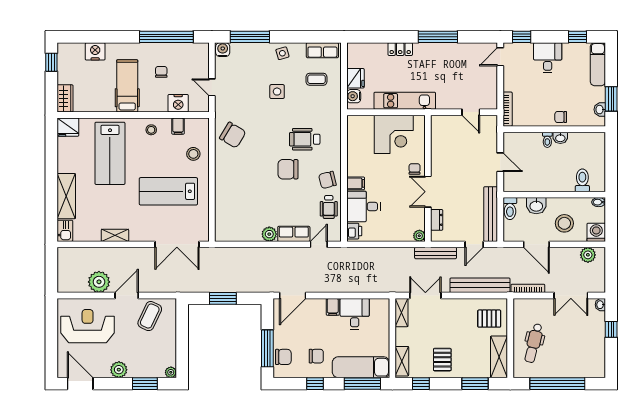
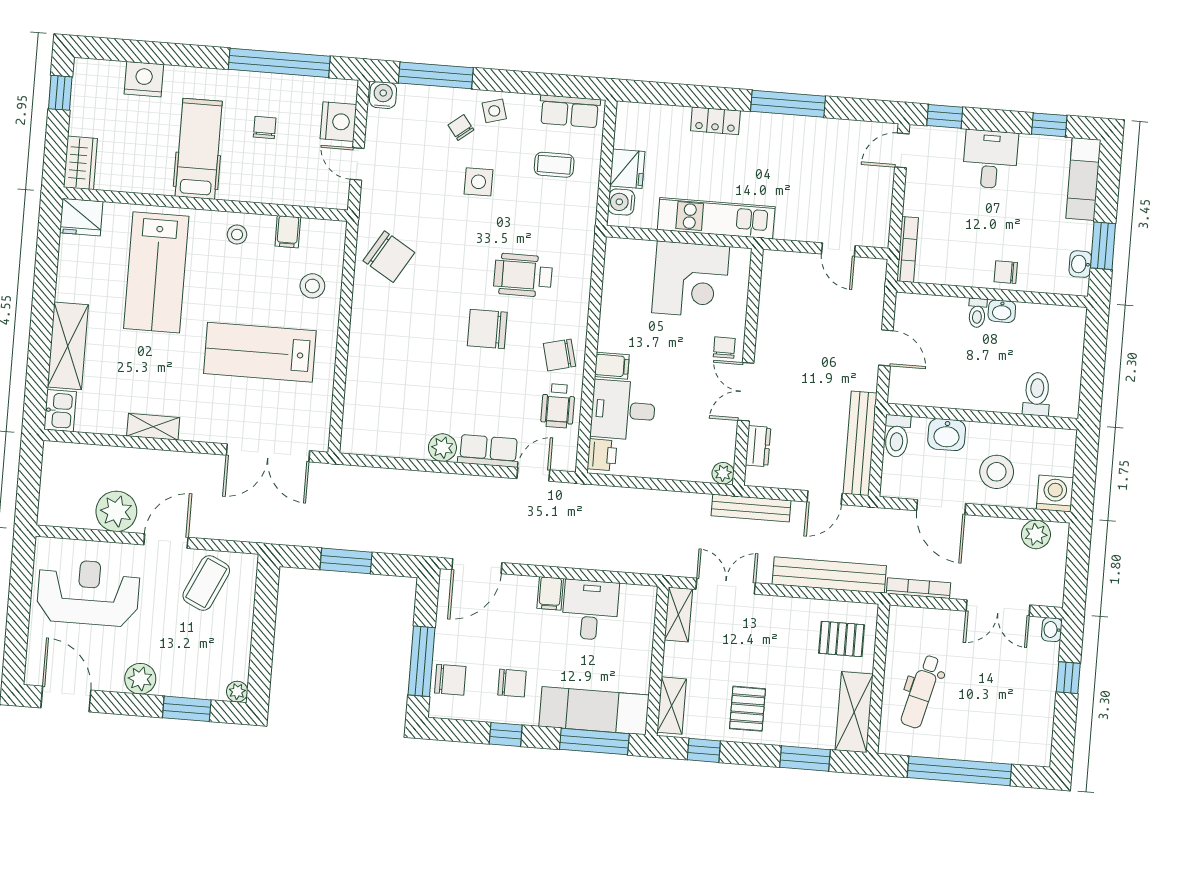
chair: (265, 63) -> (461, 128), added
nightstand: (178, 103) -> (338, 122), moved, turned -90
bidet: (599, 202) -> (1064, 437), removed

